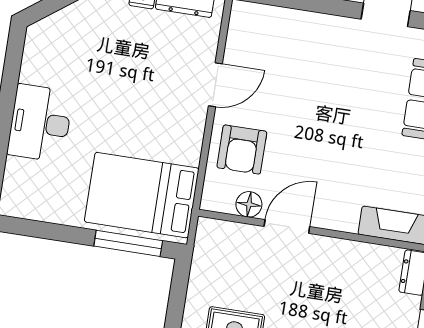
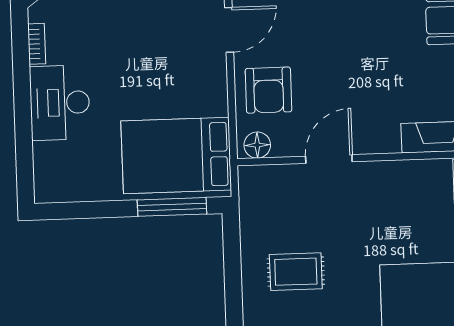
bookcase: (29, 63) -> (37, 44), added
floor lamp: (249, 204) -> (257, 145), moved

